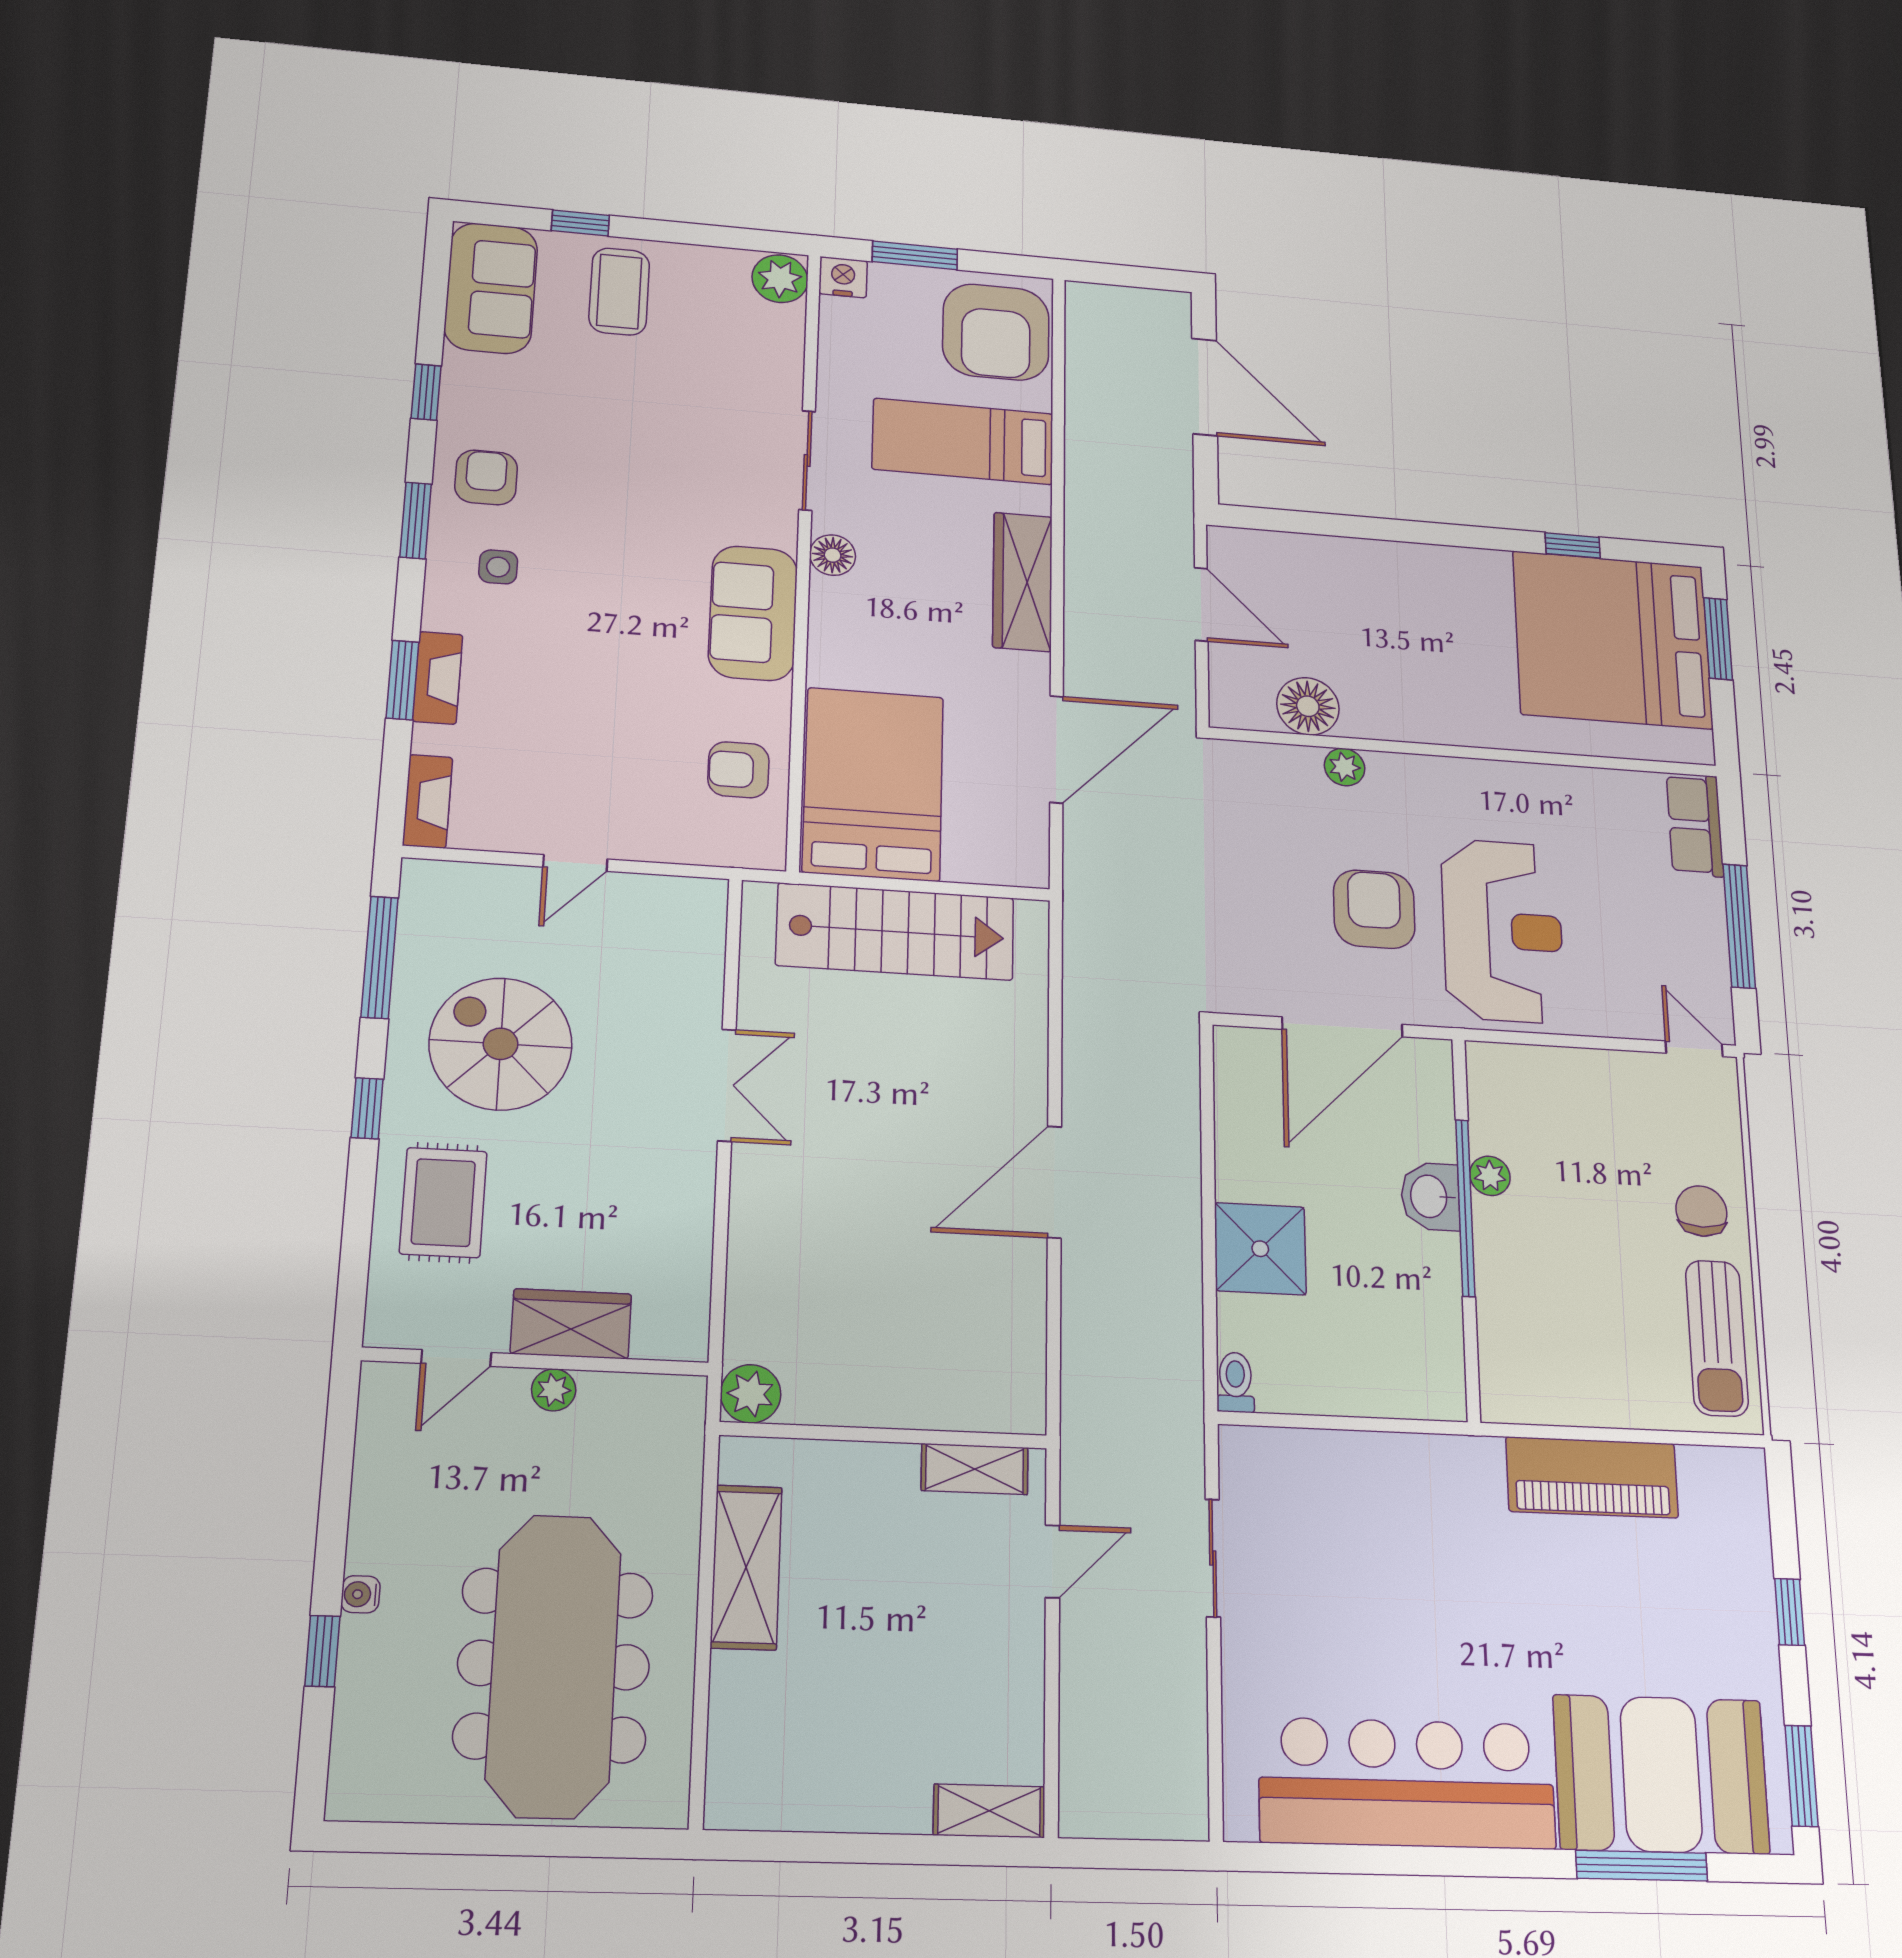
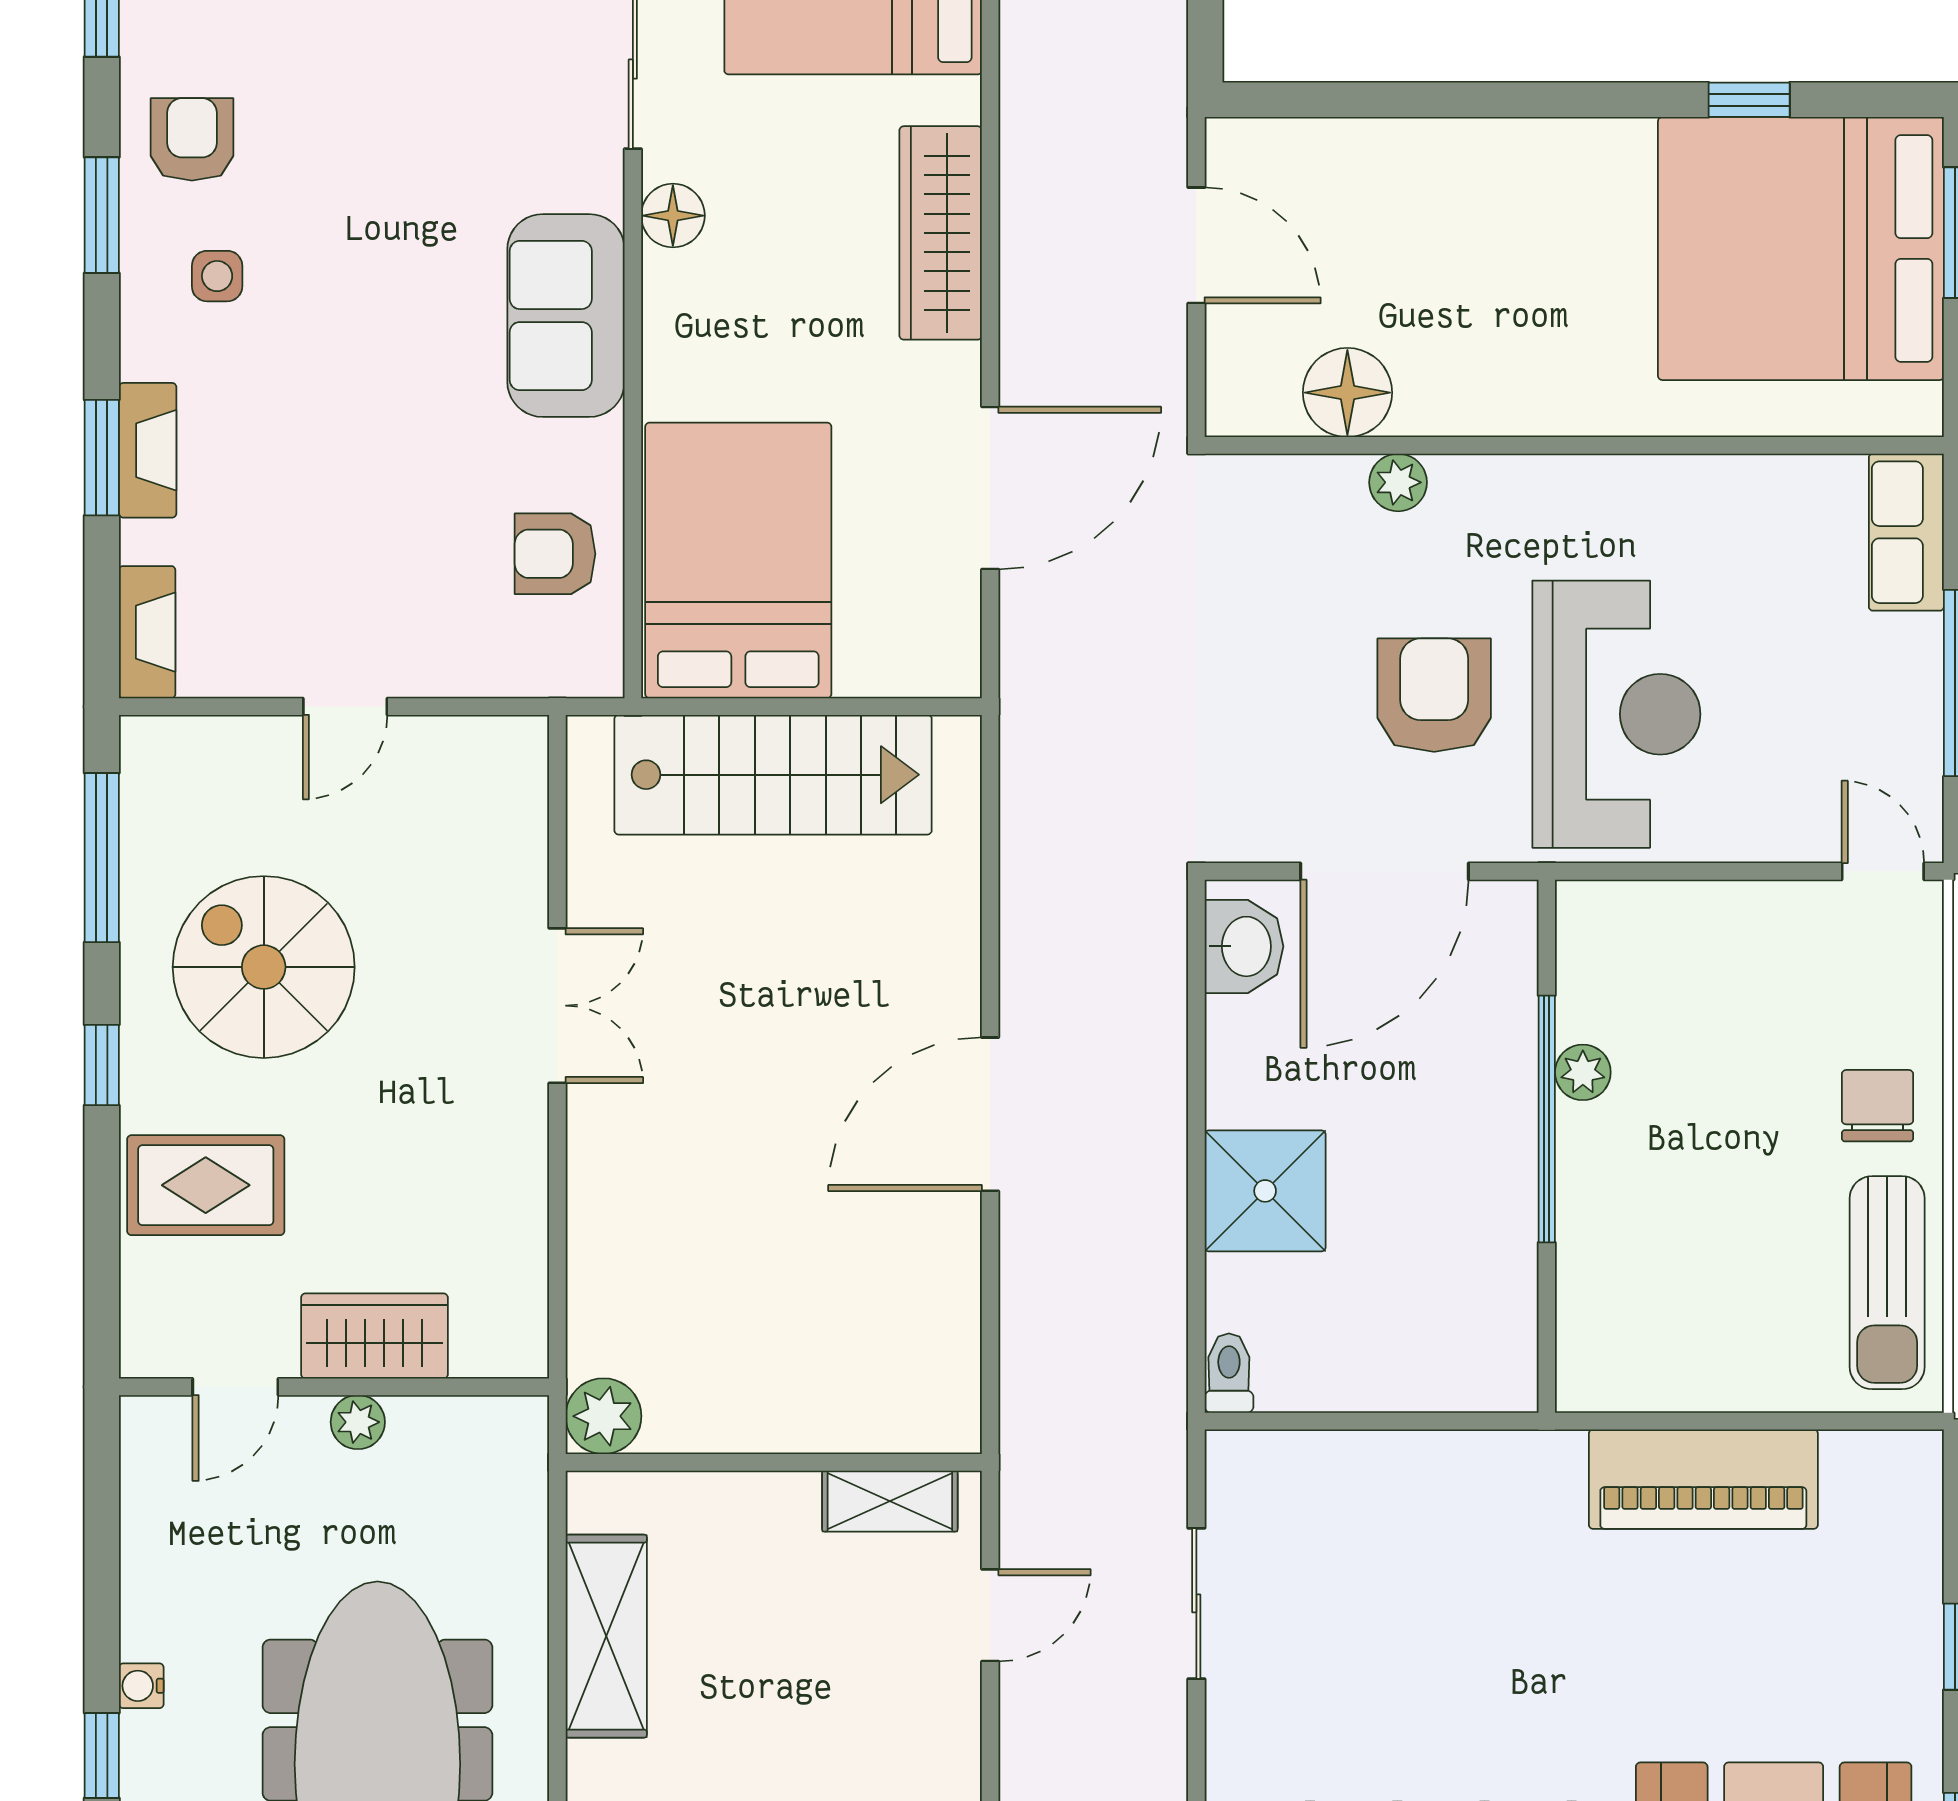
washbasin: (1430, 1196) -> (1244, 946), moved, turned 180
rug: (443, 1203) -> (206, 1185), turned 90

